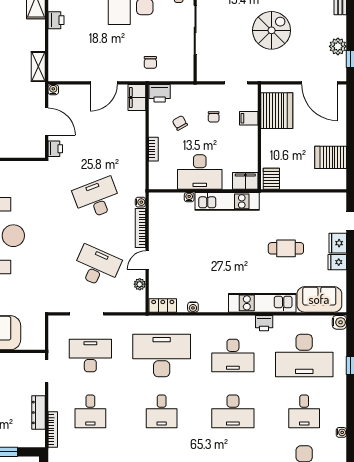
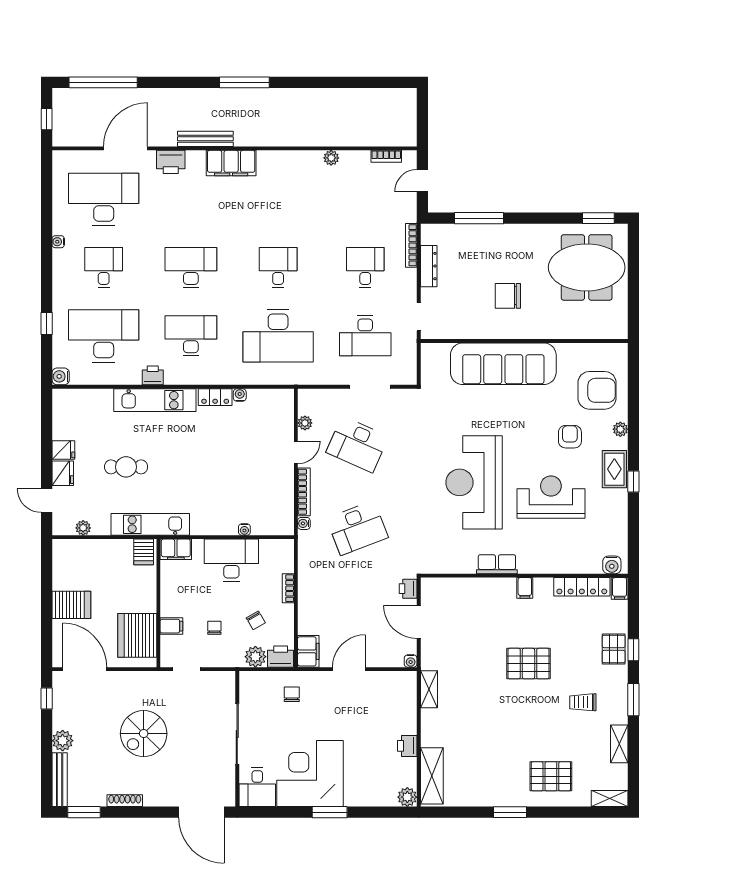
plant: (338, 46) -> (63, 741), moved
plant: (180, 93) -> (255, 657), added
server rack: (331, 157) -> (71, 605), moved
plant: (321, 199) -> (83, 528), added
kitchen unit: (227, 201) -> (150, 524), moved
sofa: (319, 299) -> (85, 404), removed
locker: (163, 305) -> (215, 397), moved

